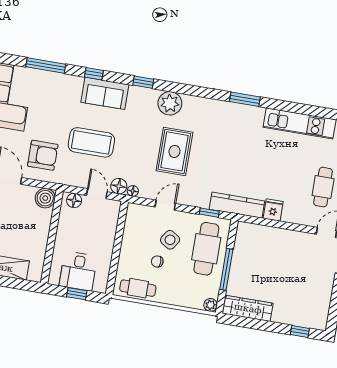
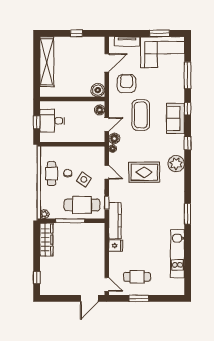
armchair: (43, 155) -> (126, 84), turned 180
cafe table: (138, 288) -> (52, 174), moved

